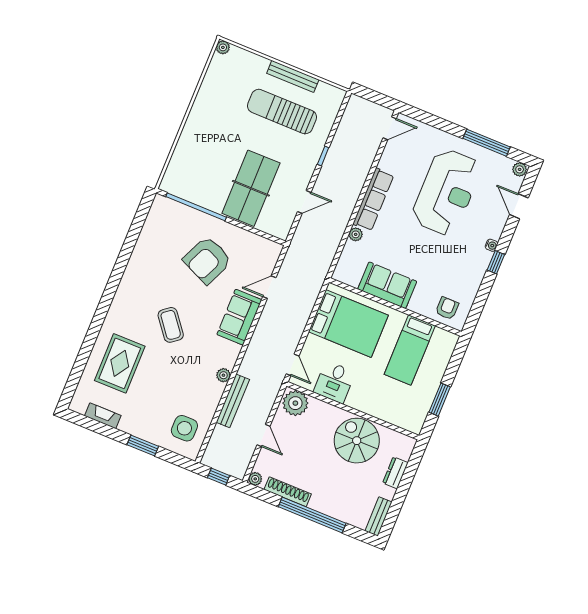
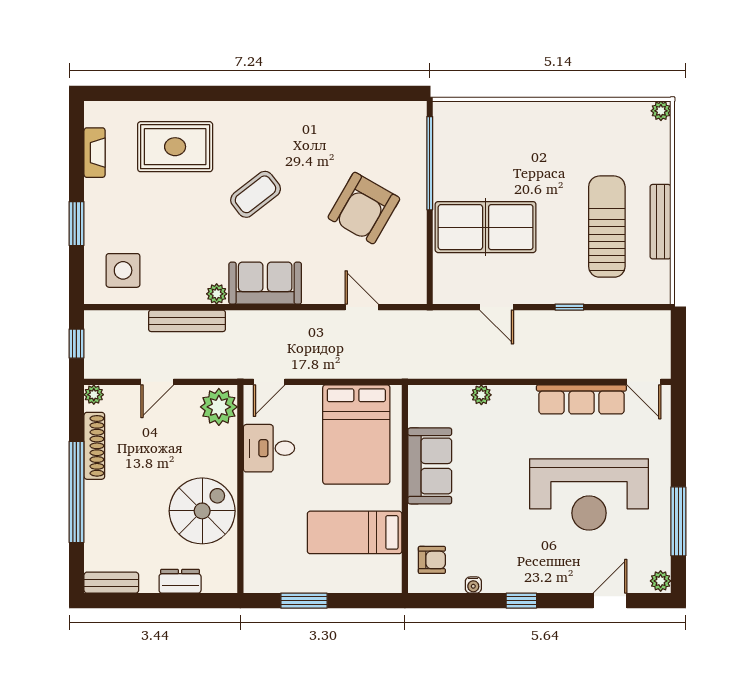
row of seats: (373, 200) -> (581, 399), moved
water cooler: (491, 245) -> (473, 585), moved
armchair: (207, 260) -> (364, 208), turned -84
sofa: (239, 317) -> (265, 283), moved

